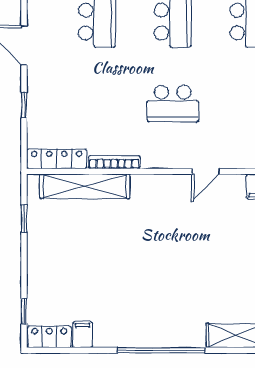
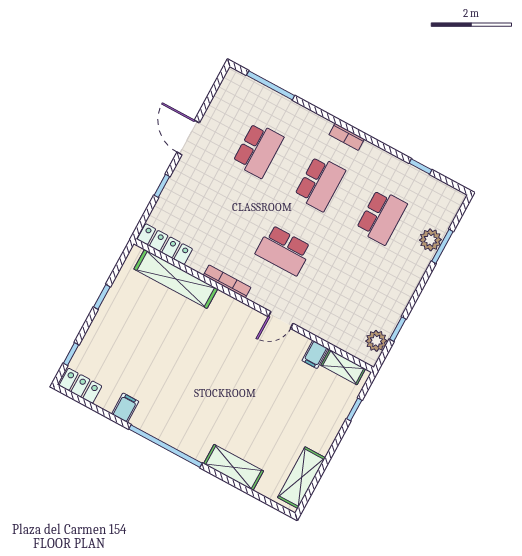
bookcase: (114, 162) -> (227, 281), moved
window: (24, 219) -> (102, 297), moved
filing cabinet: (83, 335) -> (125, 408), moved

